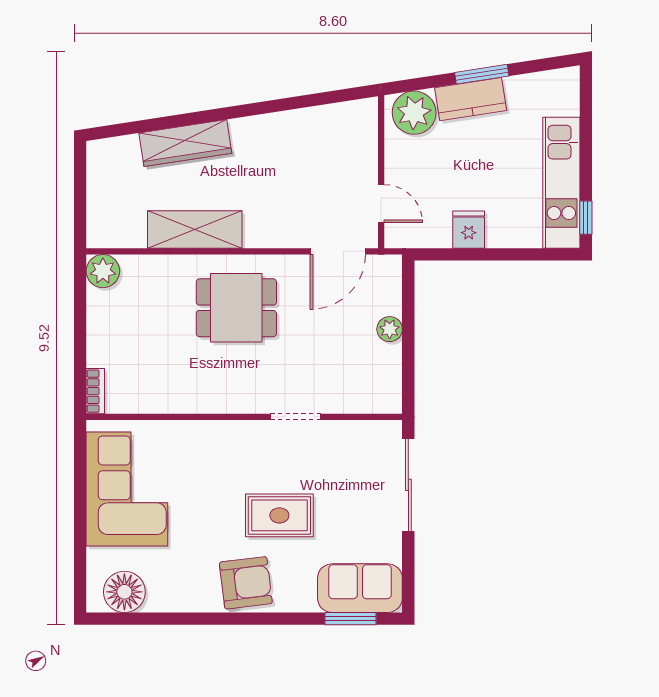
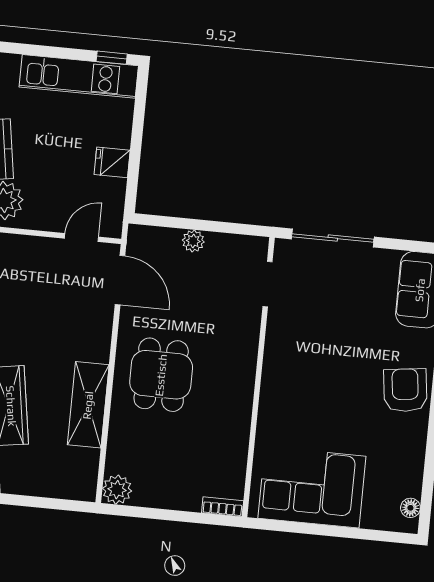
doorway: (296, 417) -> (267, 284), moved
rug: (279, 515) -> (348, 355), removed
floor lamp: (124, 592) -> (410, 508), width x0.53, depth x0.53

